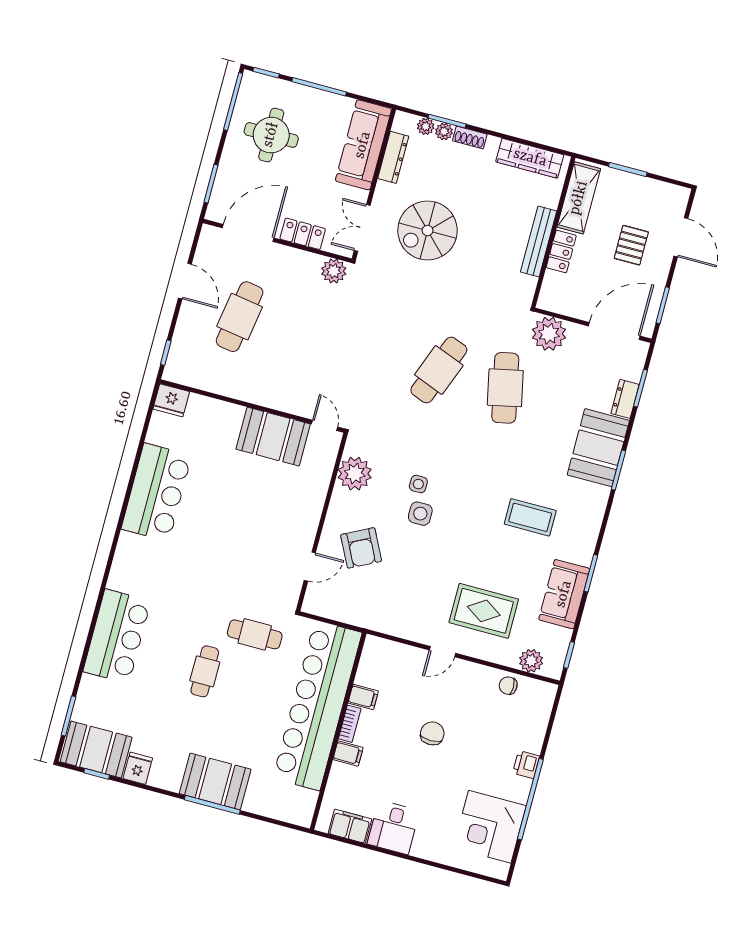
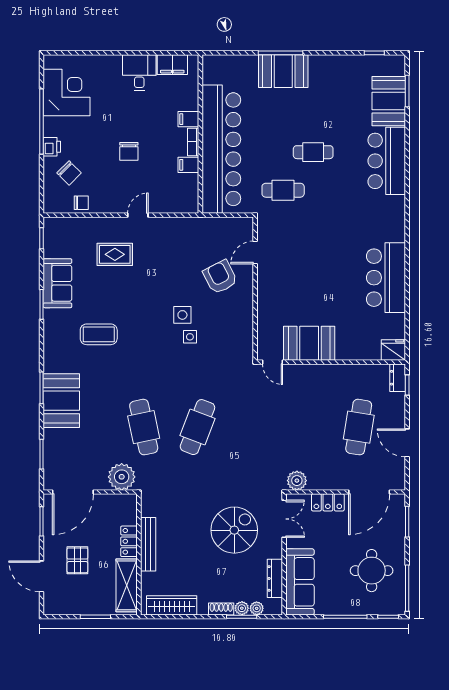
dresser: (625, 399) -> (398, 378), moved, turned 180
plant: (355, 474) -> (240, 332), removed
rug: (484, 611) -> (115, 254), width x0.73, depth x0.70
plant: (531, 661) -> (69, 226), removed
cafe table: (205, 671) -> (313, 152), turned 90
chair: (513, 727) -> (69, 173), added
booth: (96, 749) -> (389, 101), moved, turned 90
fridge: (138, 768) -> (344, 65), removed

